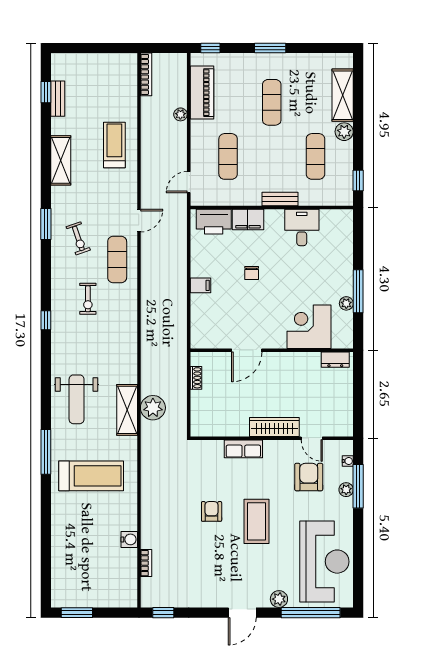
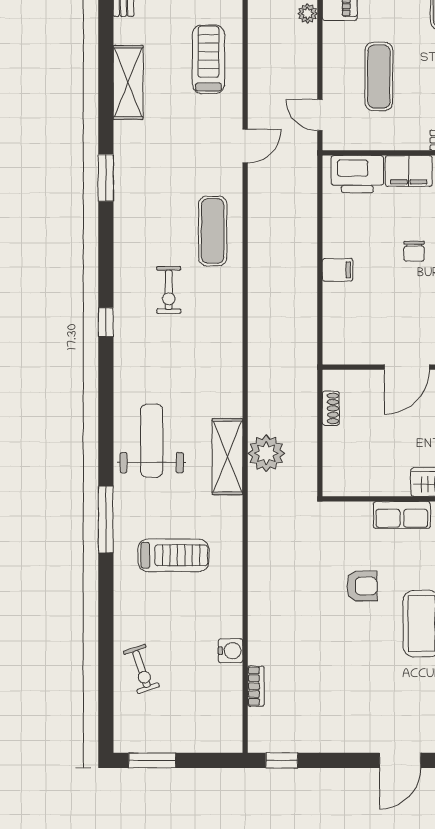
door: (189, 182) -> (320, 115), hinge flipped
door: (139, 221) -> (245, 146), moved
exercise bike: (78, 238) -> (141, 669), moved
weight bench: (77, 399) -> (152, 441), turned 180
treadmill: (91, 476) -> (173, 555), width x0.73, depth x0.73
armchair: (212, 511) -> (362, 586), moved, turned 90

